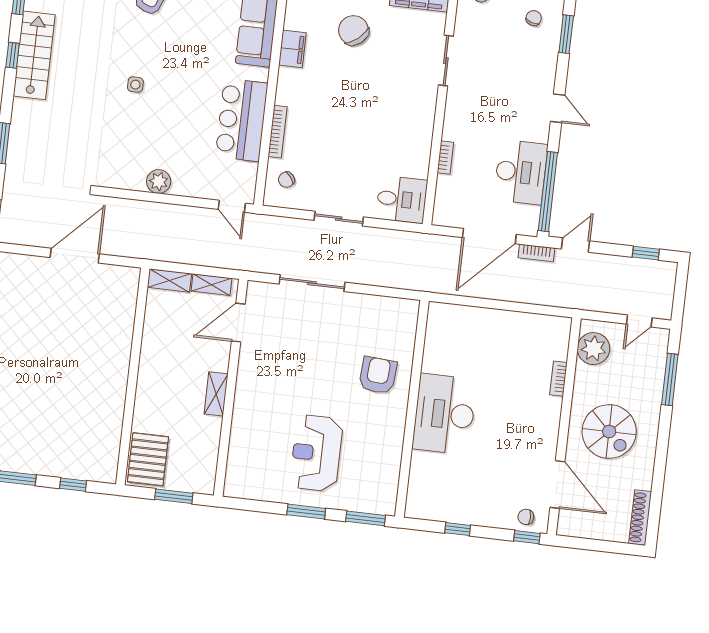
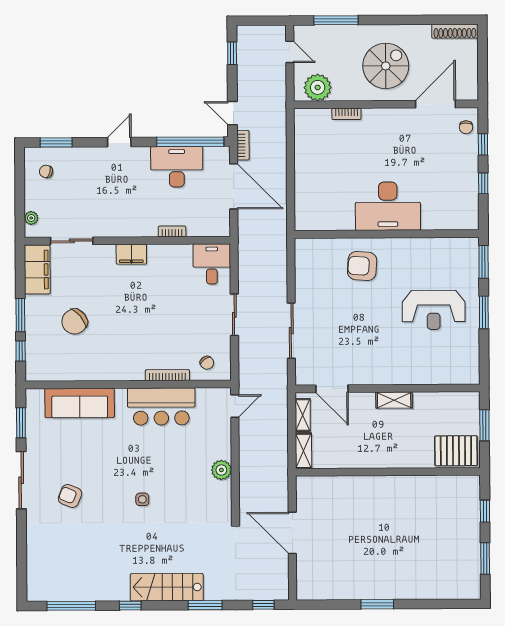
filing cabinet: (292, 49) -> (131, 254), moved, turned 180
stairs: (34, 55) -> (167, 587), moved
sliding door: (446, 61) -> (72, 241), moved
window: (527, 537) -> (483, 144), moved

